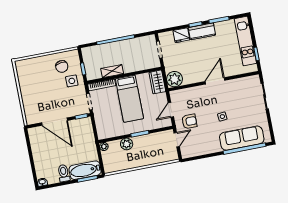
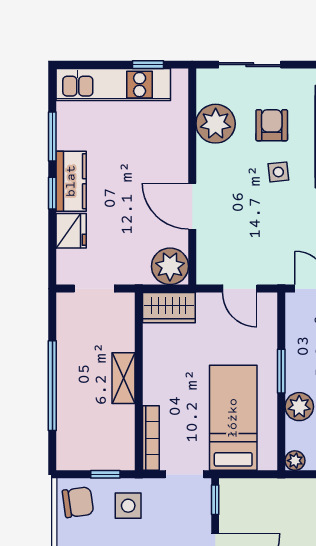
chair: (62, 66) -> (78, 502), moved
shelving: (112, 71) -> (124, 378), moved
door: (215, 81) -> (192, 206), moved
plant: (237, 87) -> (216, 124), added
bed: (129, 99) -> (233, 418), moved, turned -90
armchair: (189, 121) -> (272, 125), moved

